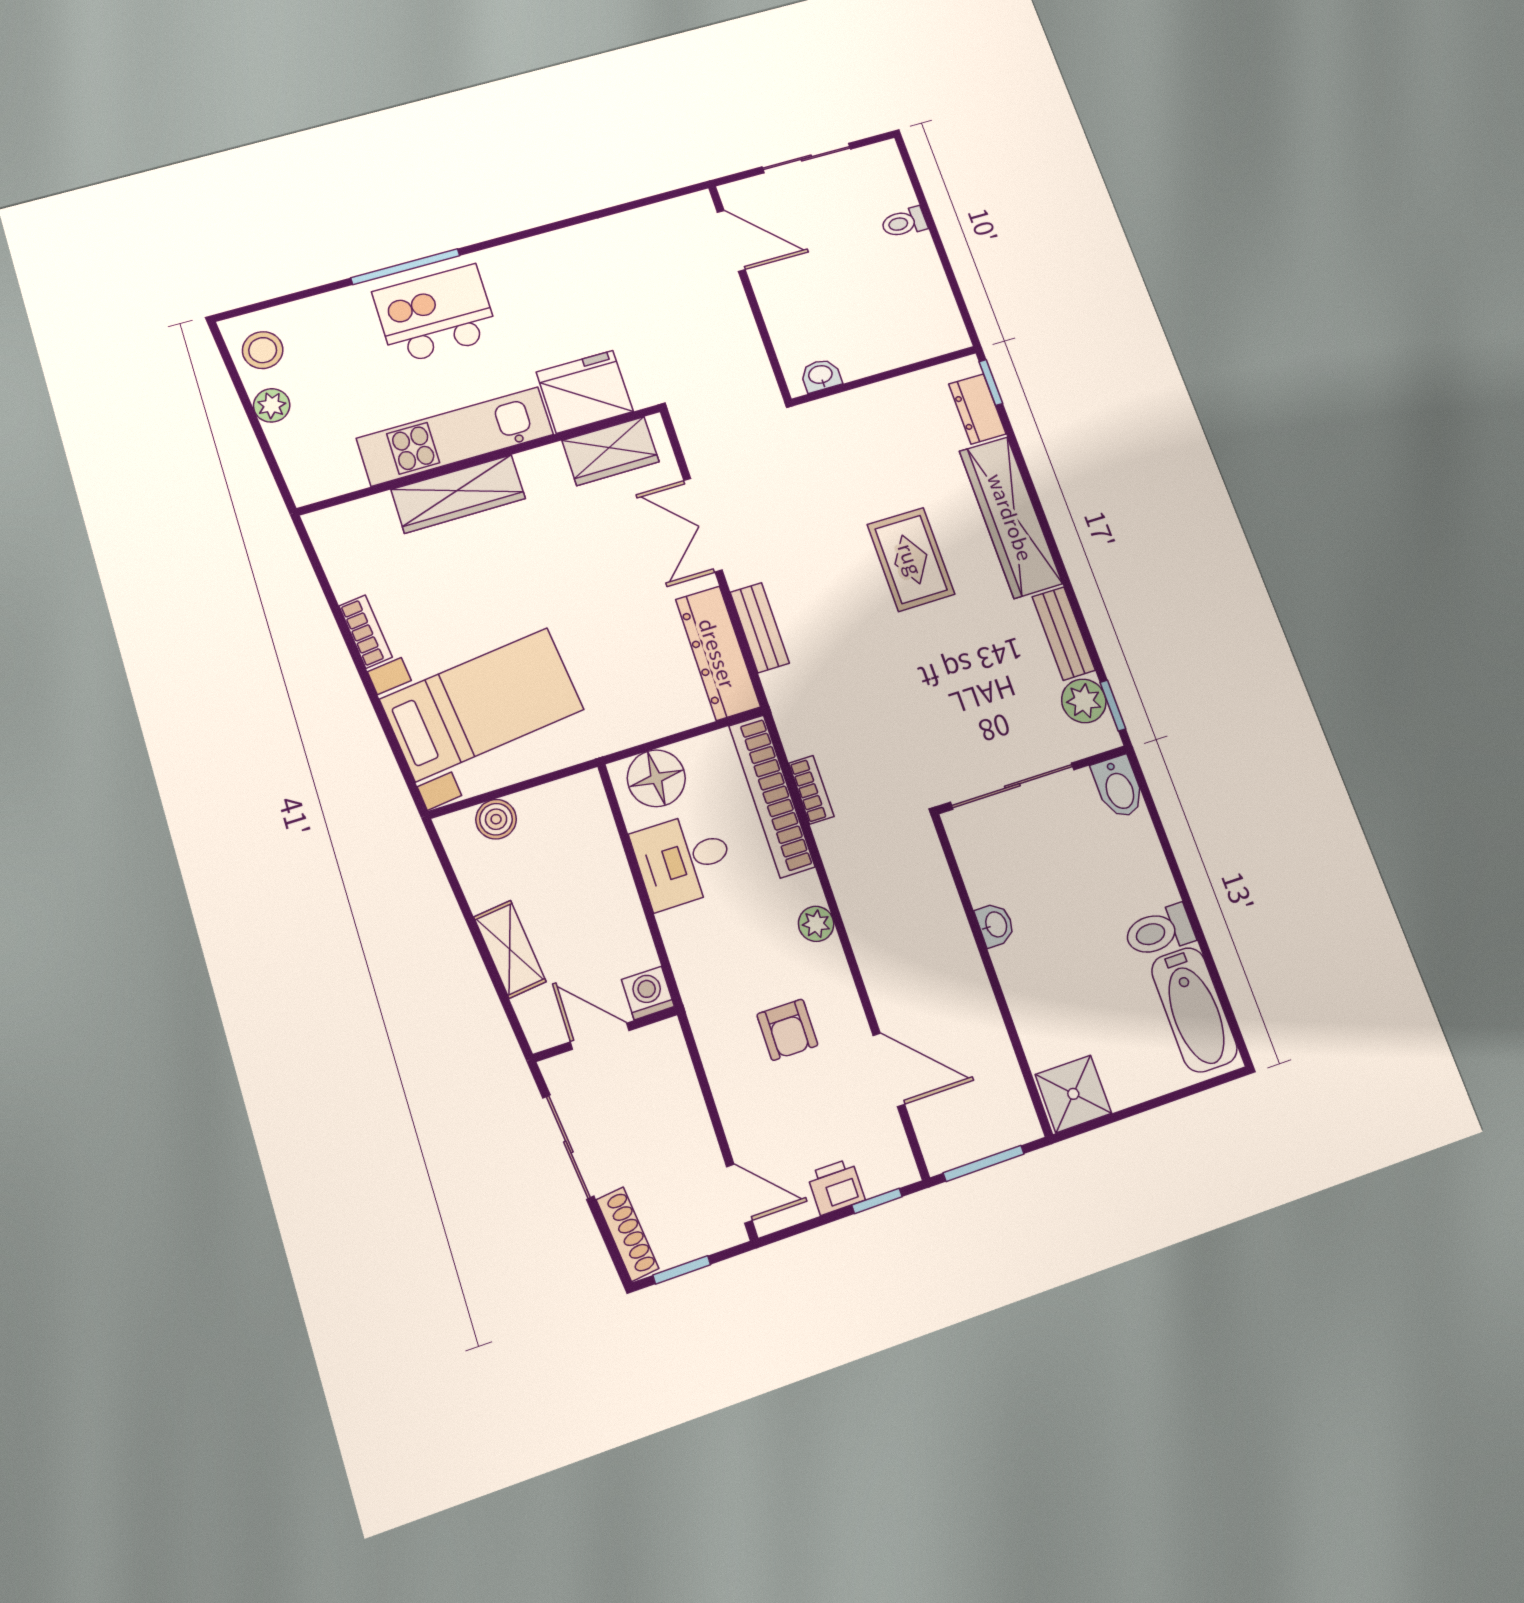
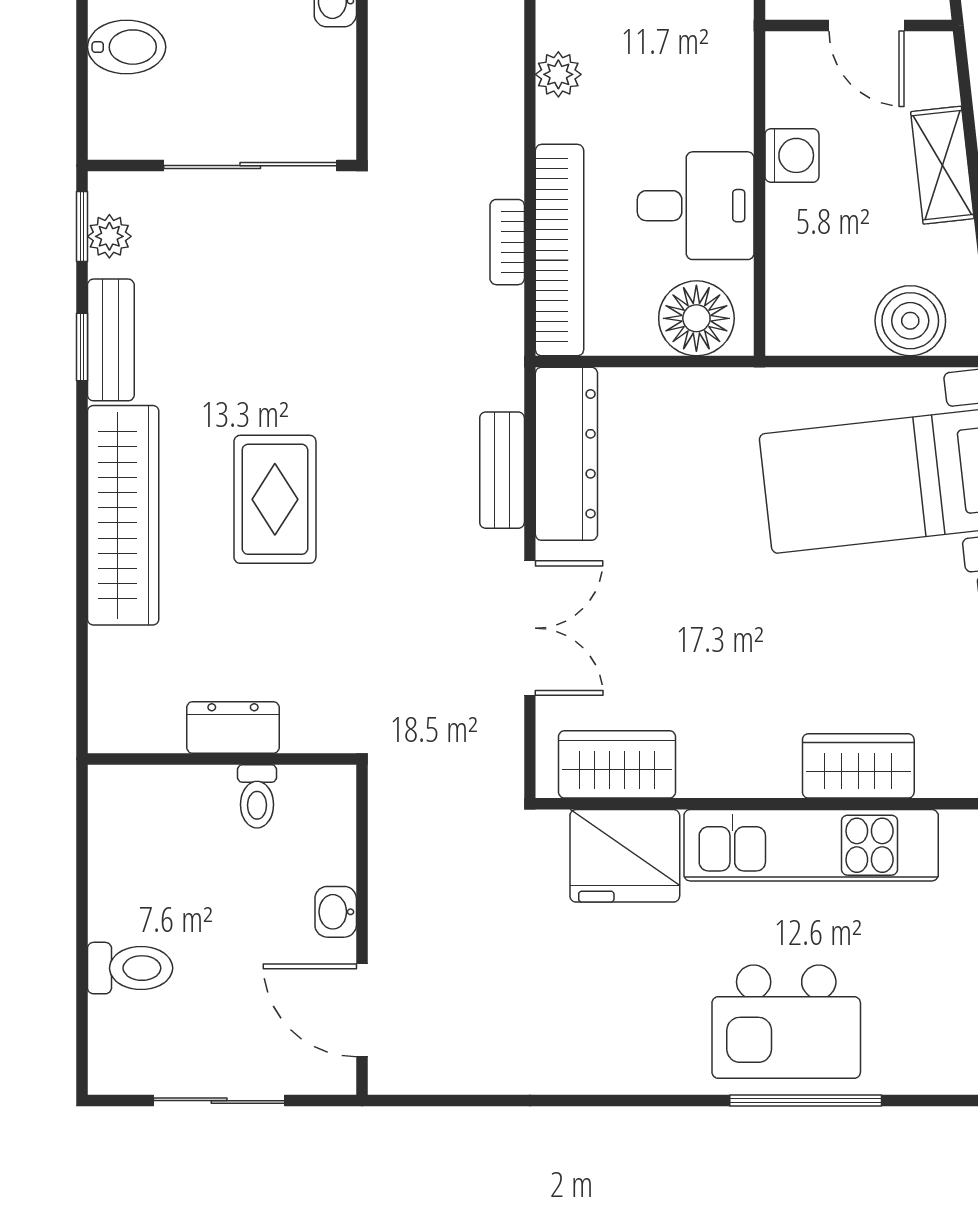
toilet: (904, 222) -> (130, 968), width x1.37, depth x1.39
toilet: (852, 358) -> (257, 796), added
washbasin: (821, 375) -> (336, 912), moved, turned 90
window: (991, 383) -> (82, 347), moved
dresser: (977, 409) -> (233, 727), moved, turned -90
wardrobe: (458, 494) -> (858, 766), width x0.67
plant: (1084, 701) -> (109, 236), width x0.73, depth x0.73
bidet: (1118, 787) -> (127, 47), moved, turned 90
boiler: (496, 819) -> (910, 321), width x1.36, depth x1.36
washing machine: (648, 993) -> (792, 155), moved, turned -90

